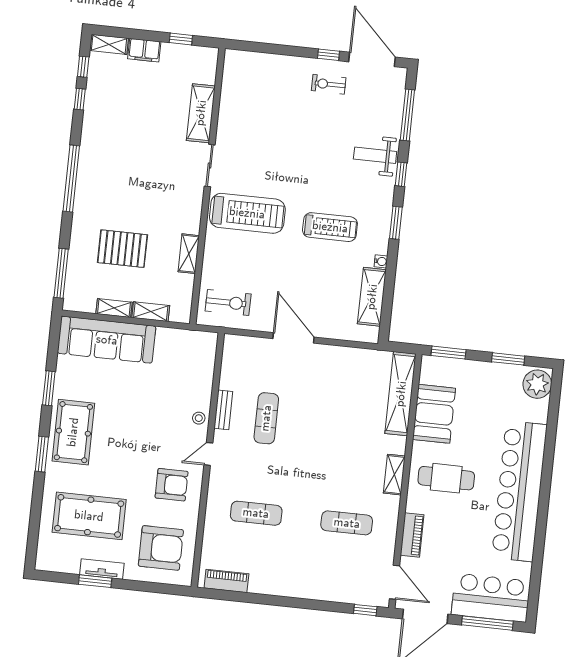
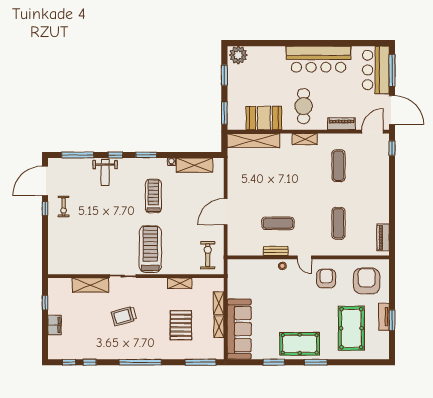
shelving: (109, 44) -> (53, 347), removed
trolley: (147, 161) -> (124, 316), added
bar counter: (519, 491) -> (318, 59), width x0.73

